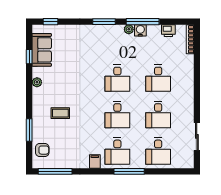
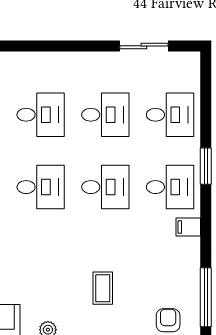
window: (129, 171) -> (206, 166), width x0.69

